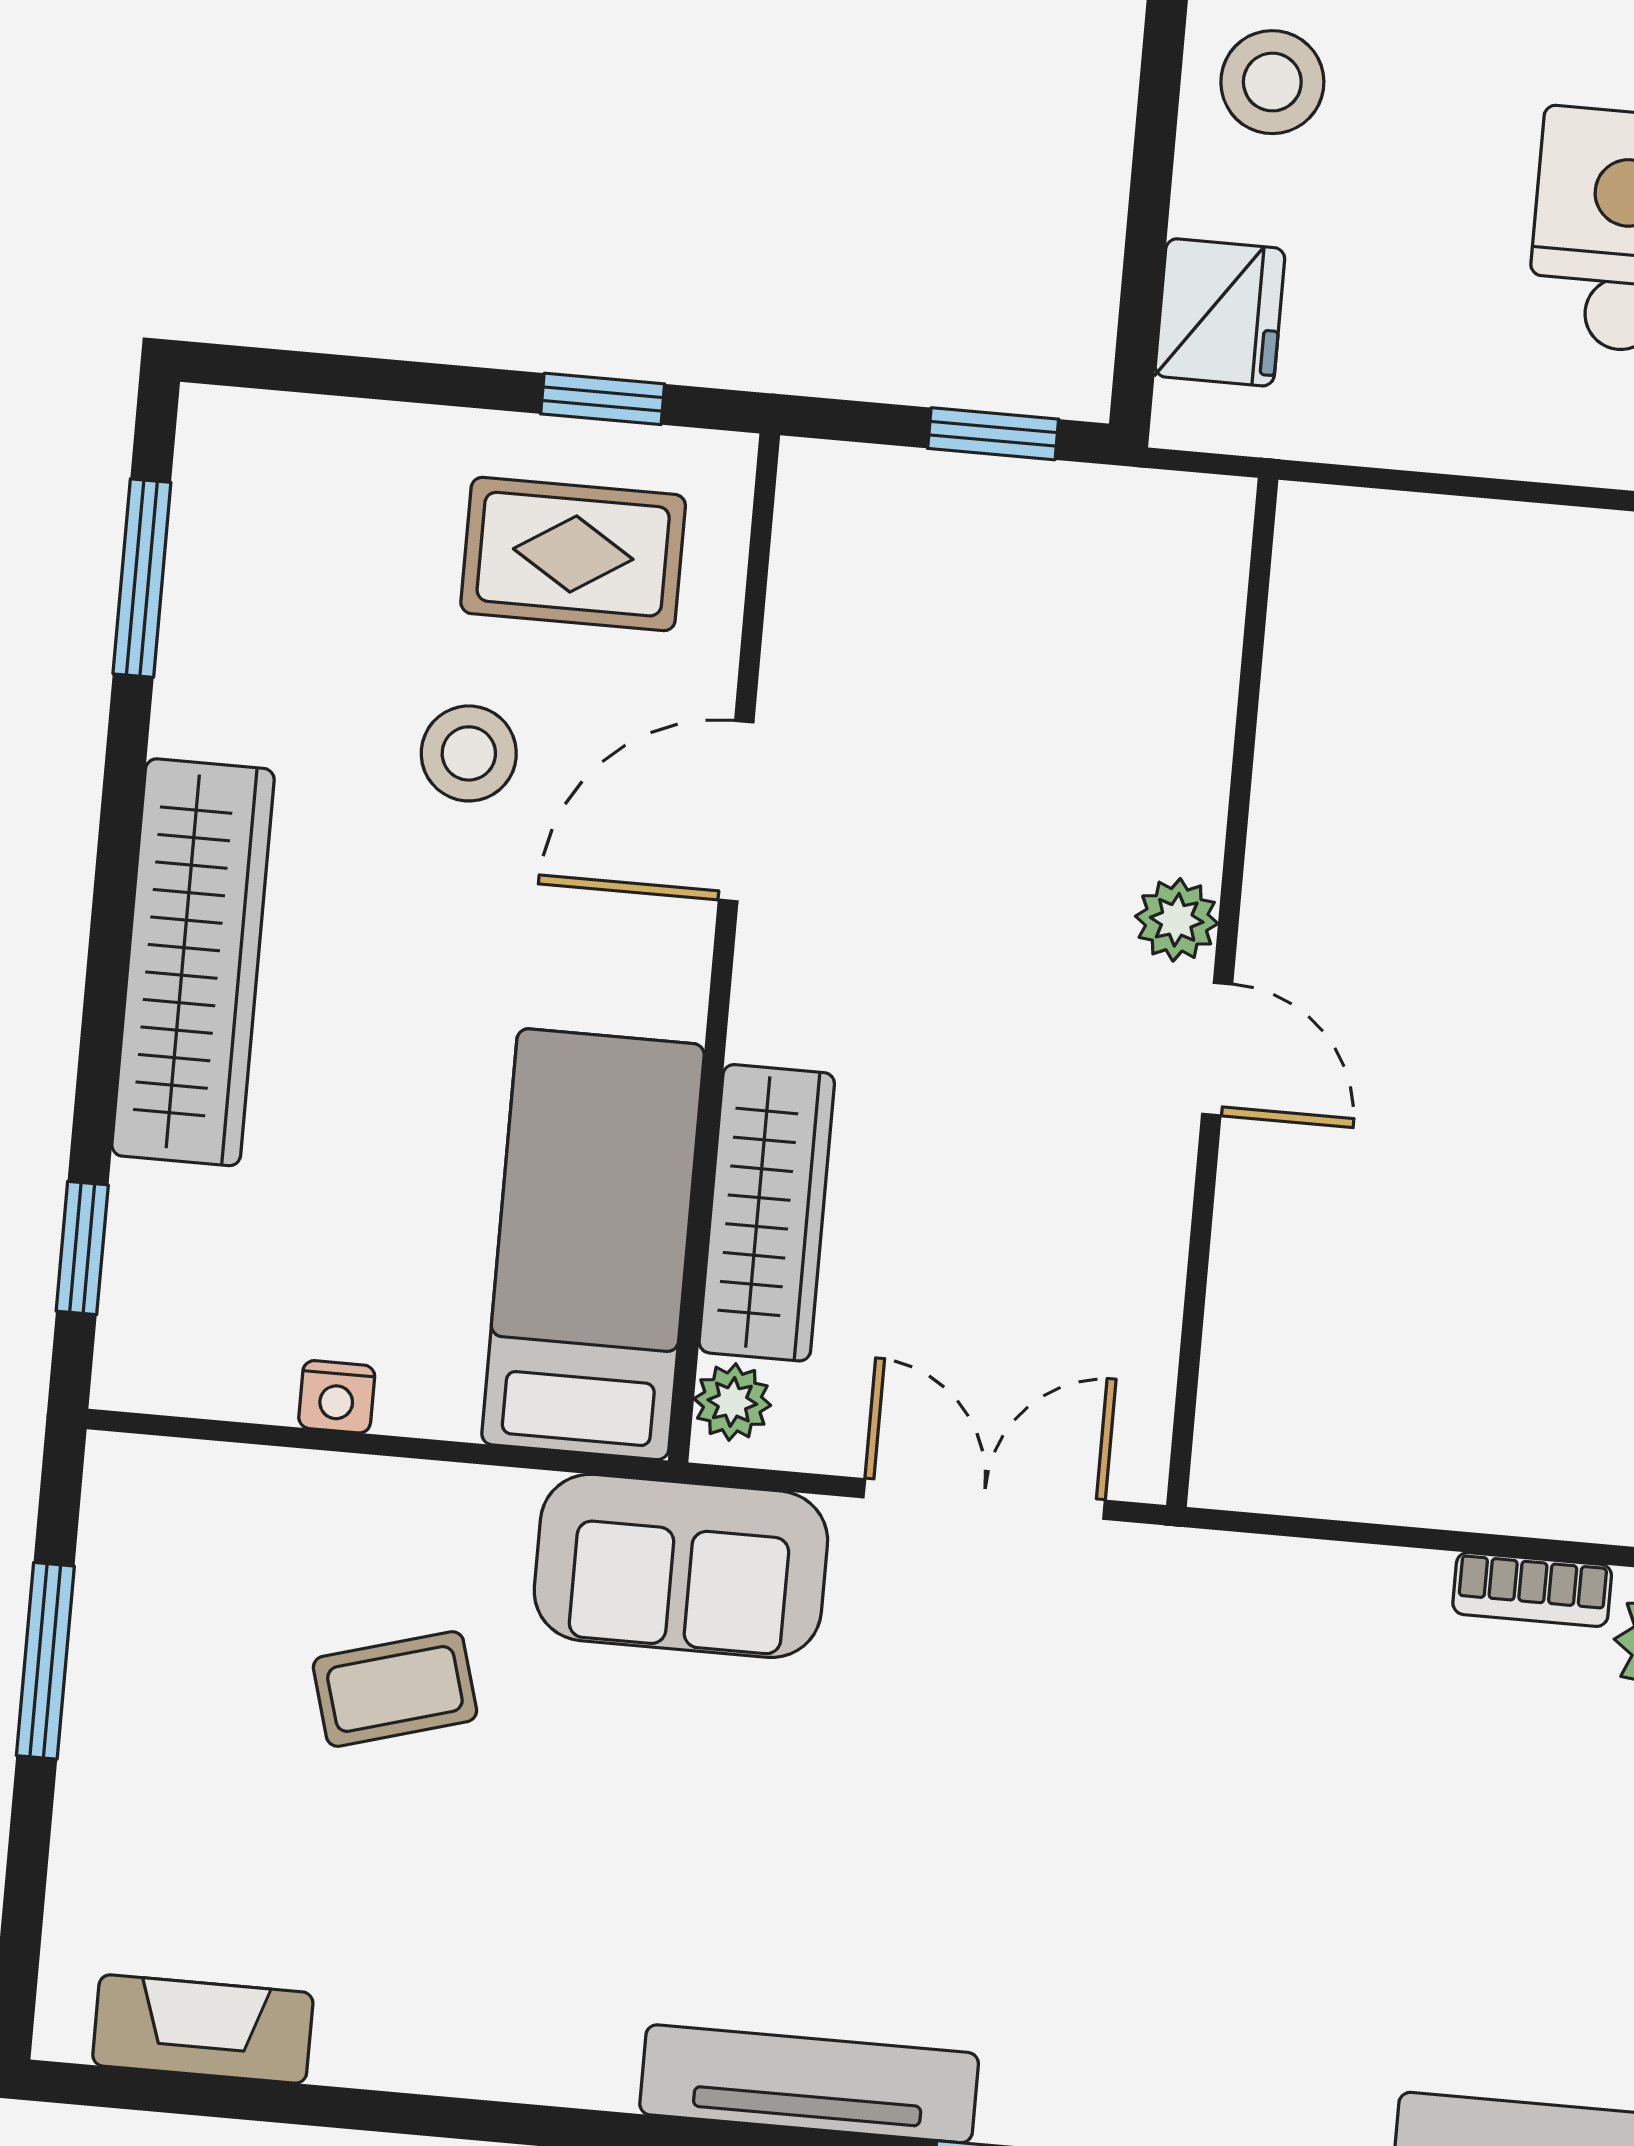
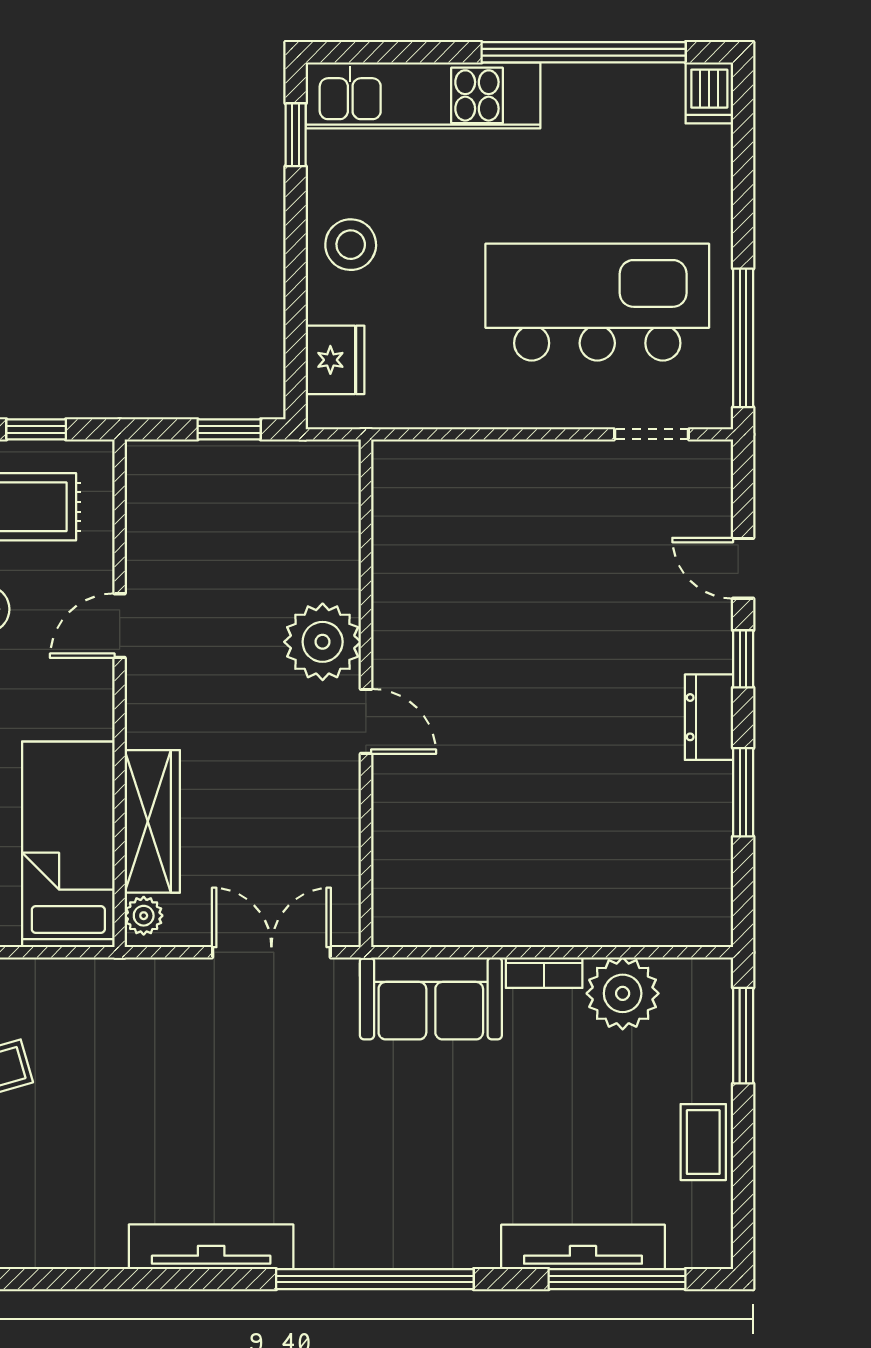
door: (736, 811) -> (120, 626), width x0.73
plant: (1177, 920) -> (323, 642), width x1.88, depth x1.88
sofa: (681, 1566) -> (431, 998), moved

